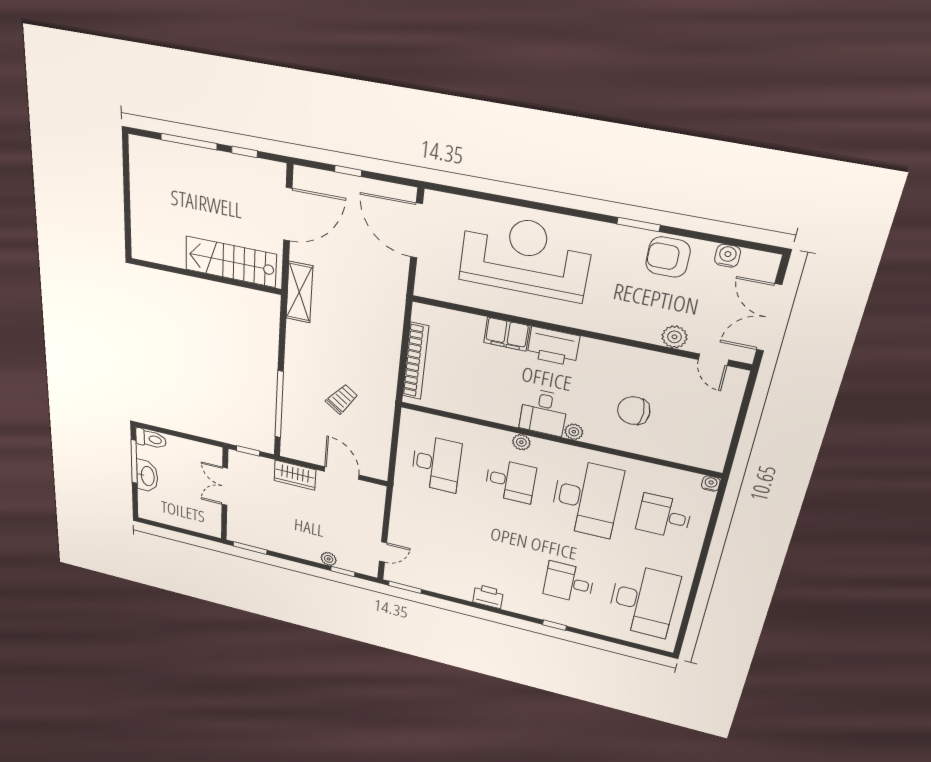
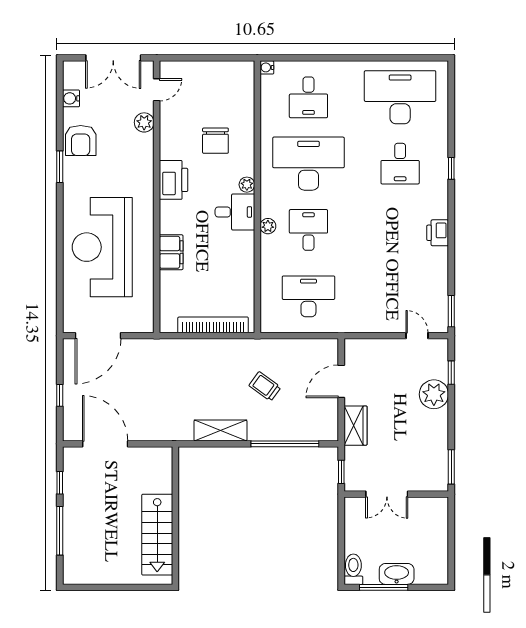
stairs: (231, 262) -> (157, 535), moved
shelving: (299, 292) -> (220, 430), moved
printer: (553, 346) -> (174, 180), moved
plant: (329, 559) -> (434, 394), width x1.88, depth x1.88

